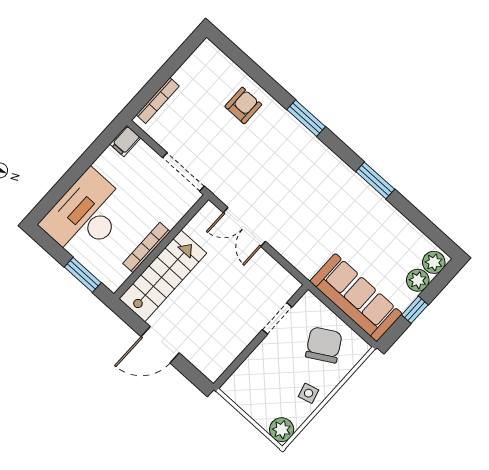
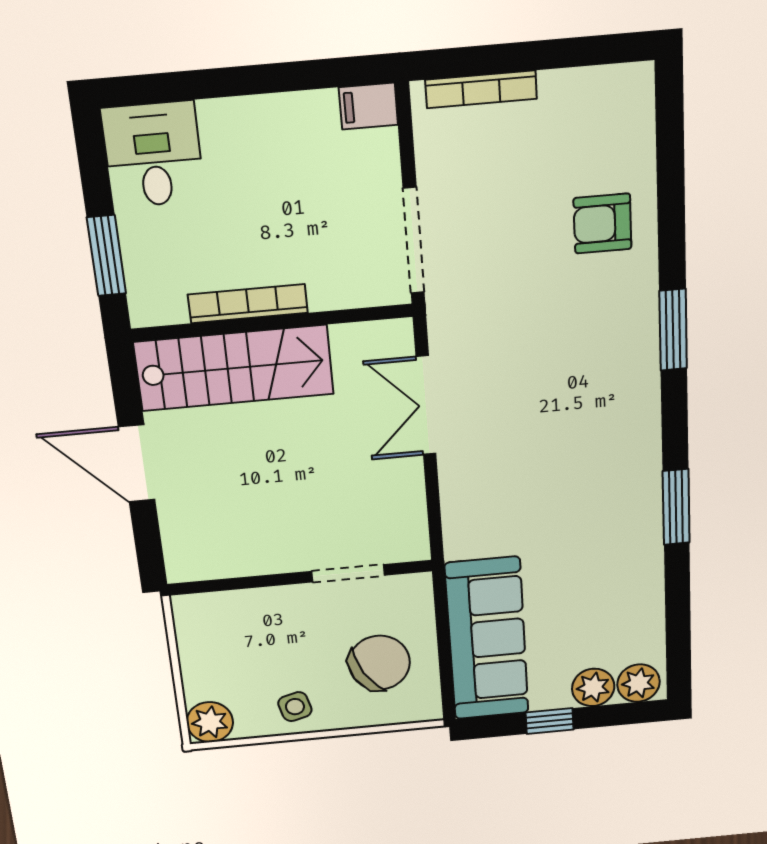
armchair: (243, 105) -> (603, 224), turned 180
desk: (86, 215) -> (153, 155), width x0.53, depth x0.77

